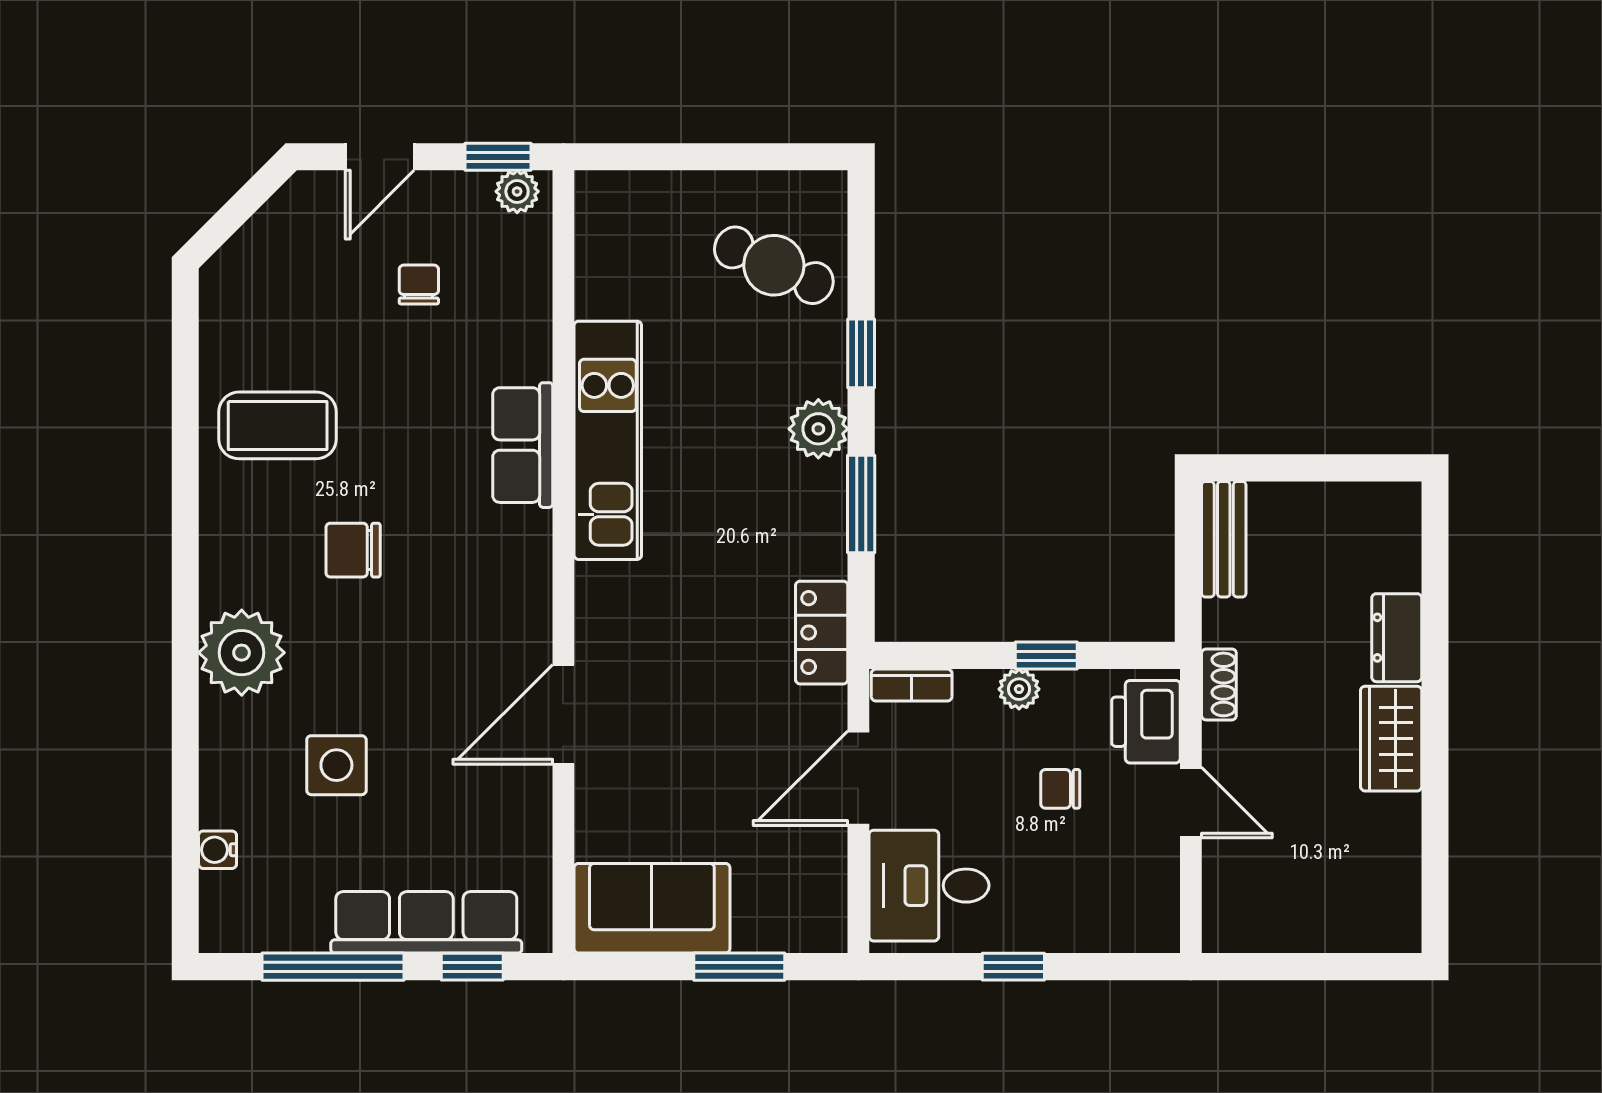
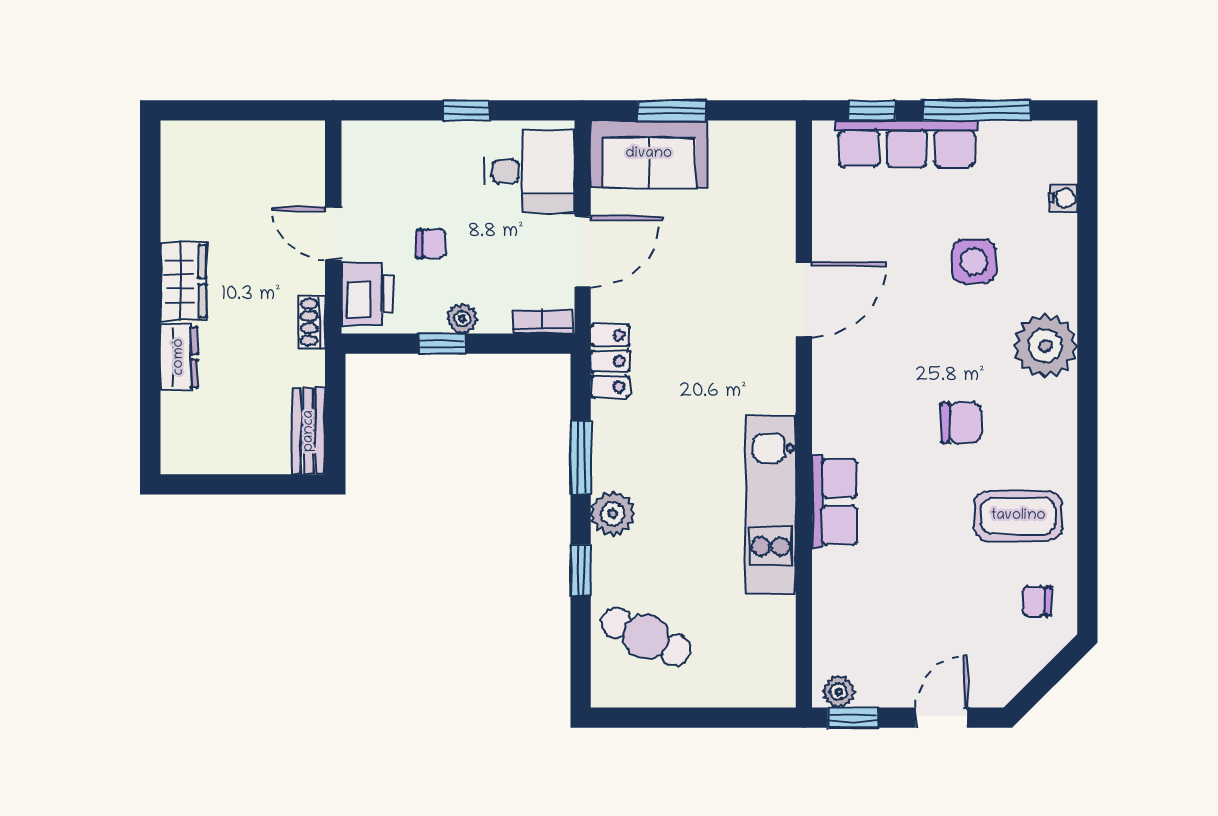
chair: (419, 285) -> (1037, 601), moved, turned 90
sofa: (652, 908) -> (649, 154), moved

